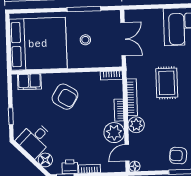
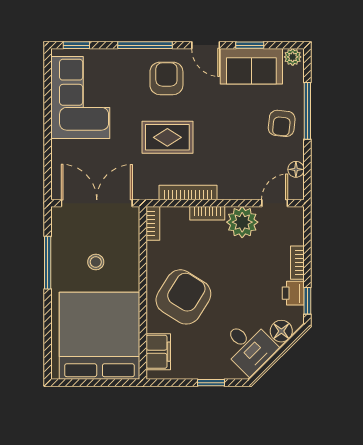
double door: (123, 39) -> (97, 203), width x1.37
armchair: (65, 97) -> (183, 297), width x1.36, depth x1.36
plant: (136, 125) -> (231, 187), removed
door: (127, 153) -> (275, 203), swing flipped
floor lamp: (135, 166) -> (296, 169), moved

